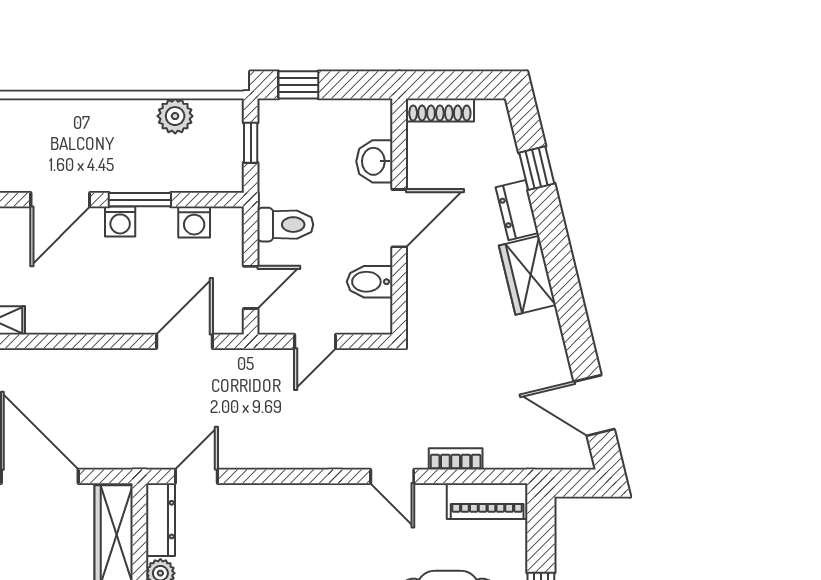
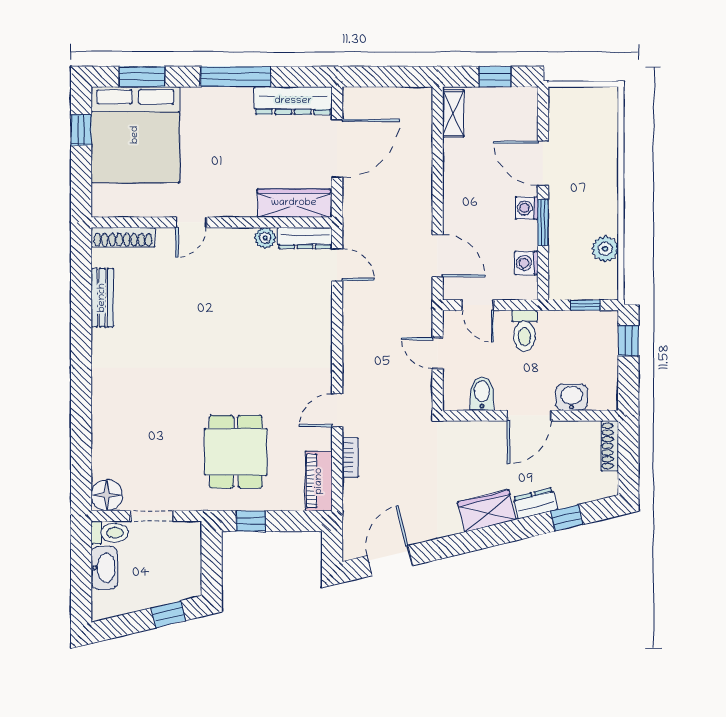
door: (399, 218) -> (529, 416), hinge flipped

